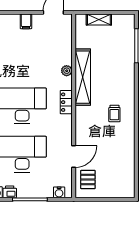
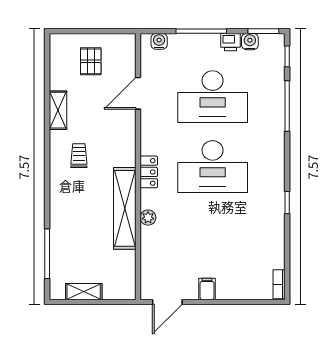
shelving: (99, 20) -> (84, 292), moved
shelving: (129, 145) -> (58, 110), added
pallet: (88, 180) -> (91, 61), moved

